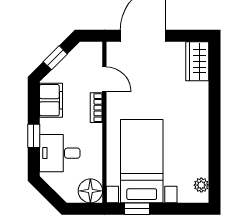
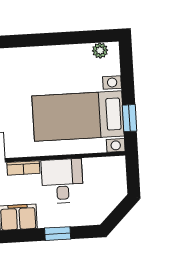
desk: (60, 153) -> (62, 181), moved, turned 180
floor lamp: (90, 191) -> (113, 169), removed

